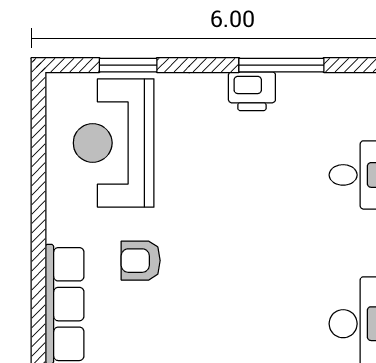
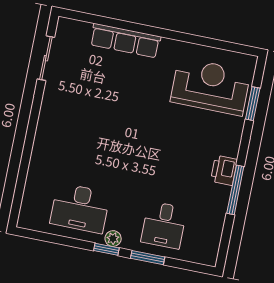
armchair: (141, 261) -> (141, 88), removed

